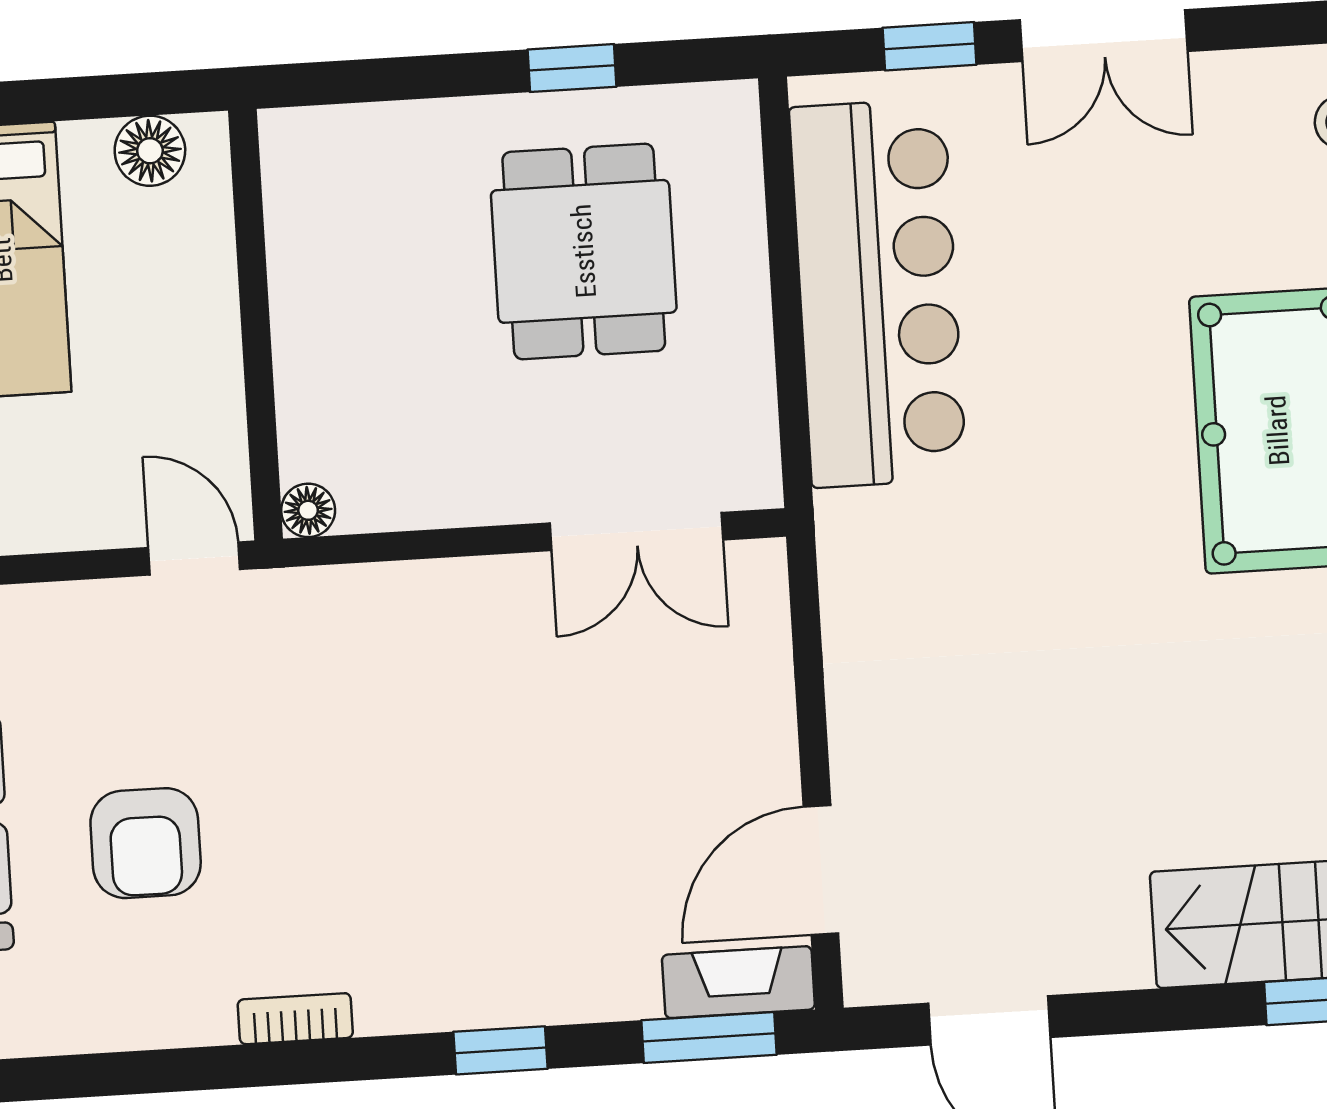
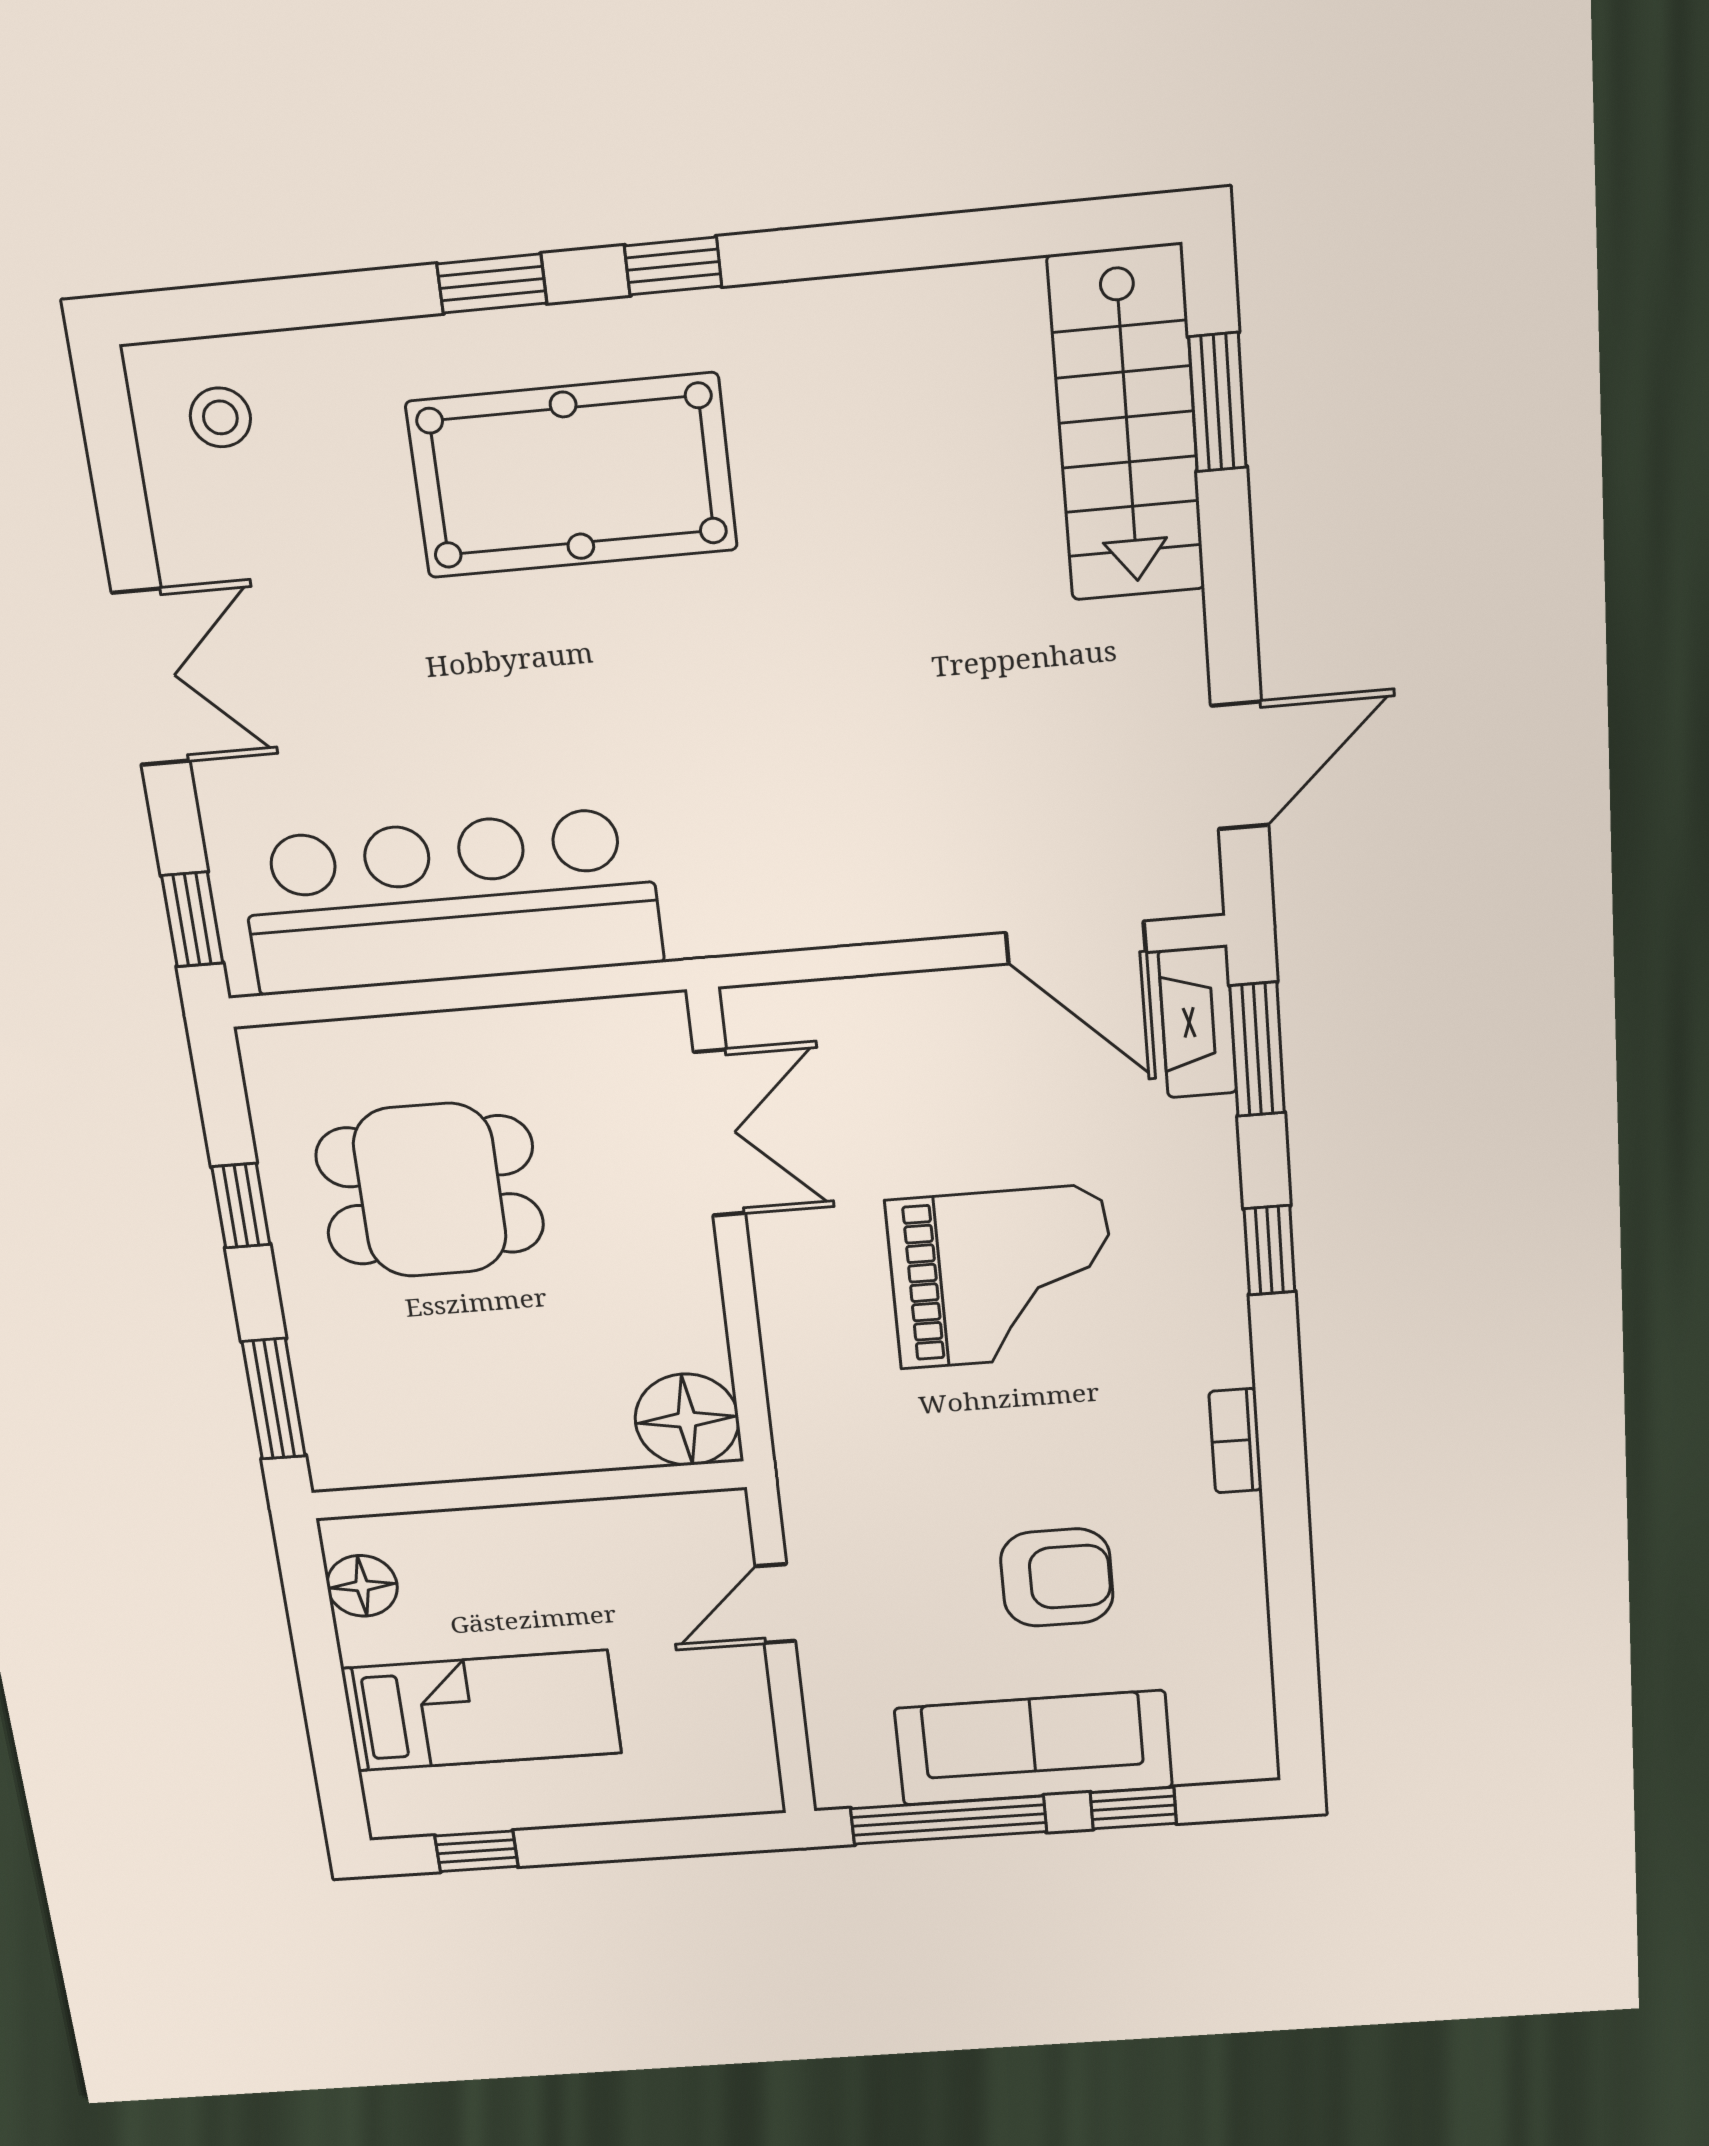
window: (929, 46) -> (192, 919), moved
window: (362, 81) -> (274, 1399), added
floor lamp: (308, 510) -> (687, 1420), width x1.89, depth x1.89
door: (194, 559) -> (775, 1604), moved
grand piano: (478, 795) -> (1002, 1277), added

